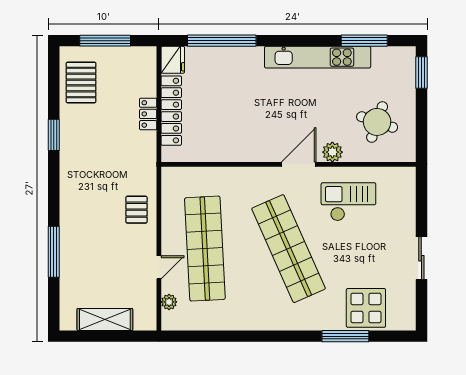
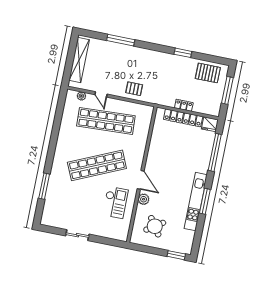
window: (364, 41) -> (205, 201), moved
round table: (377, 122) -> (155, 226), turned 37
display table: (366, 308) -> (57, 200), removed
shelving: (105, 320) -> (79, 60), width x1.47

